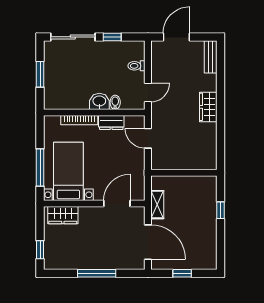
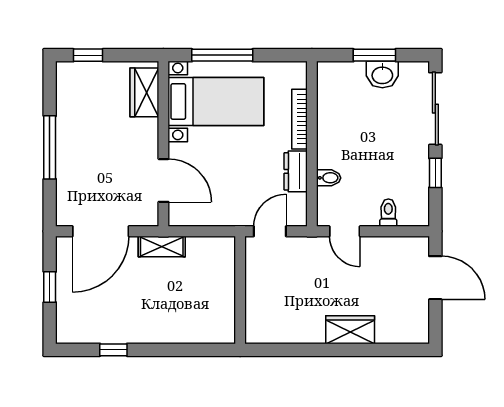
bench: (211, 57) -> (403, 334), removed
washbasin: (99, 101) -> (382, 75), moved, turned 90
wardrobe: (208, 107) -> (350, 330), moved
wall: (184, 173) -> (240, 290), moved
window: (221, 210) -> (113, 350), moved

